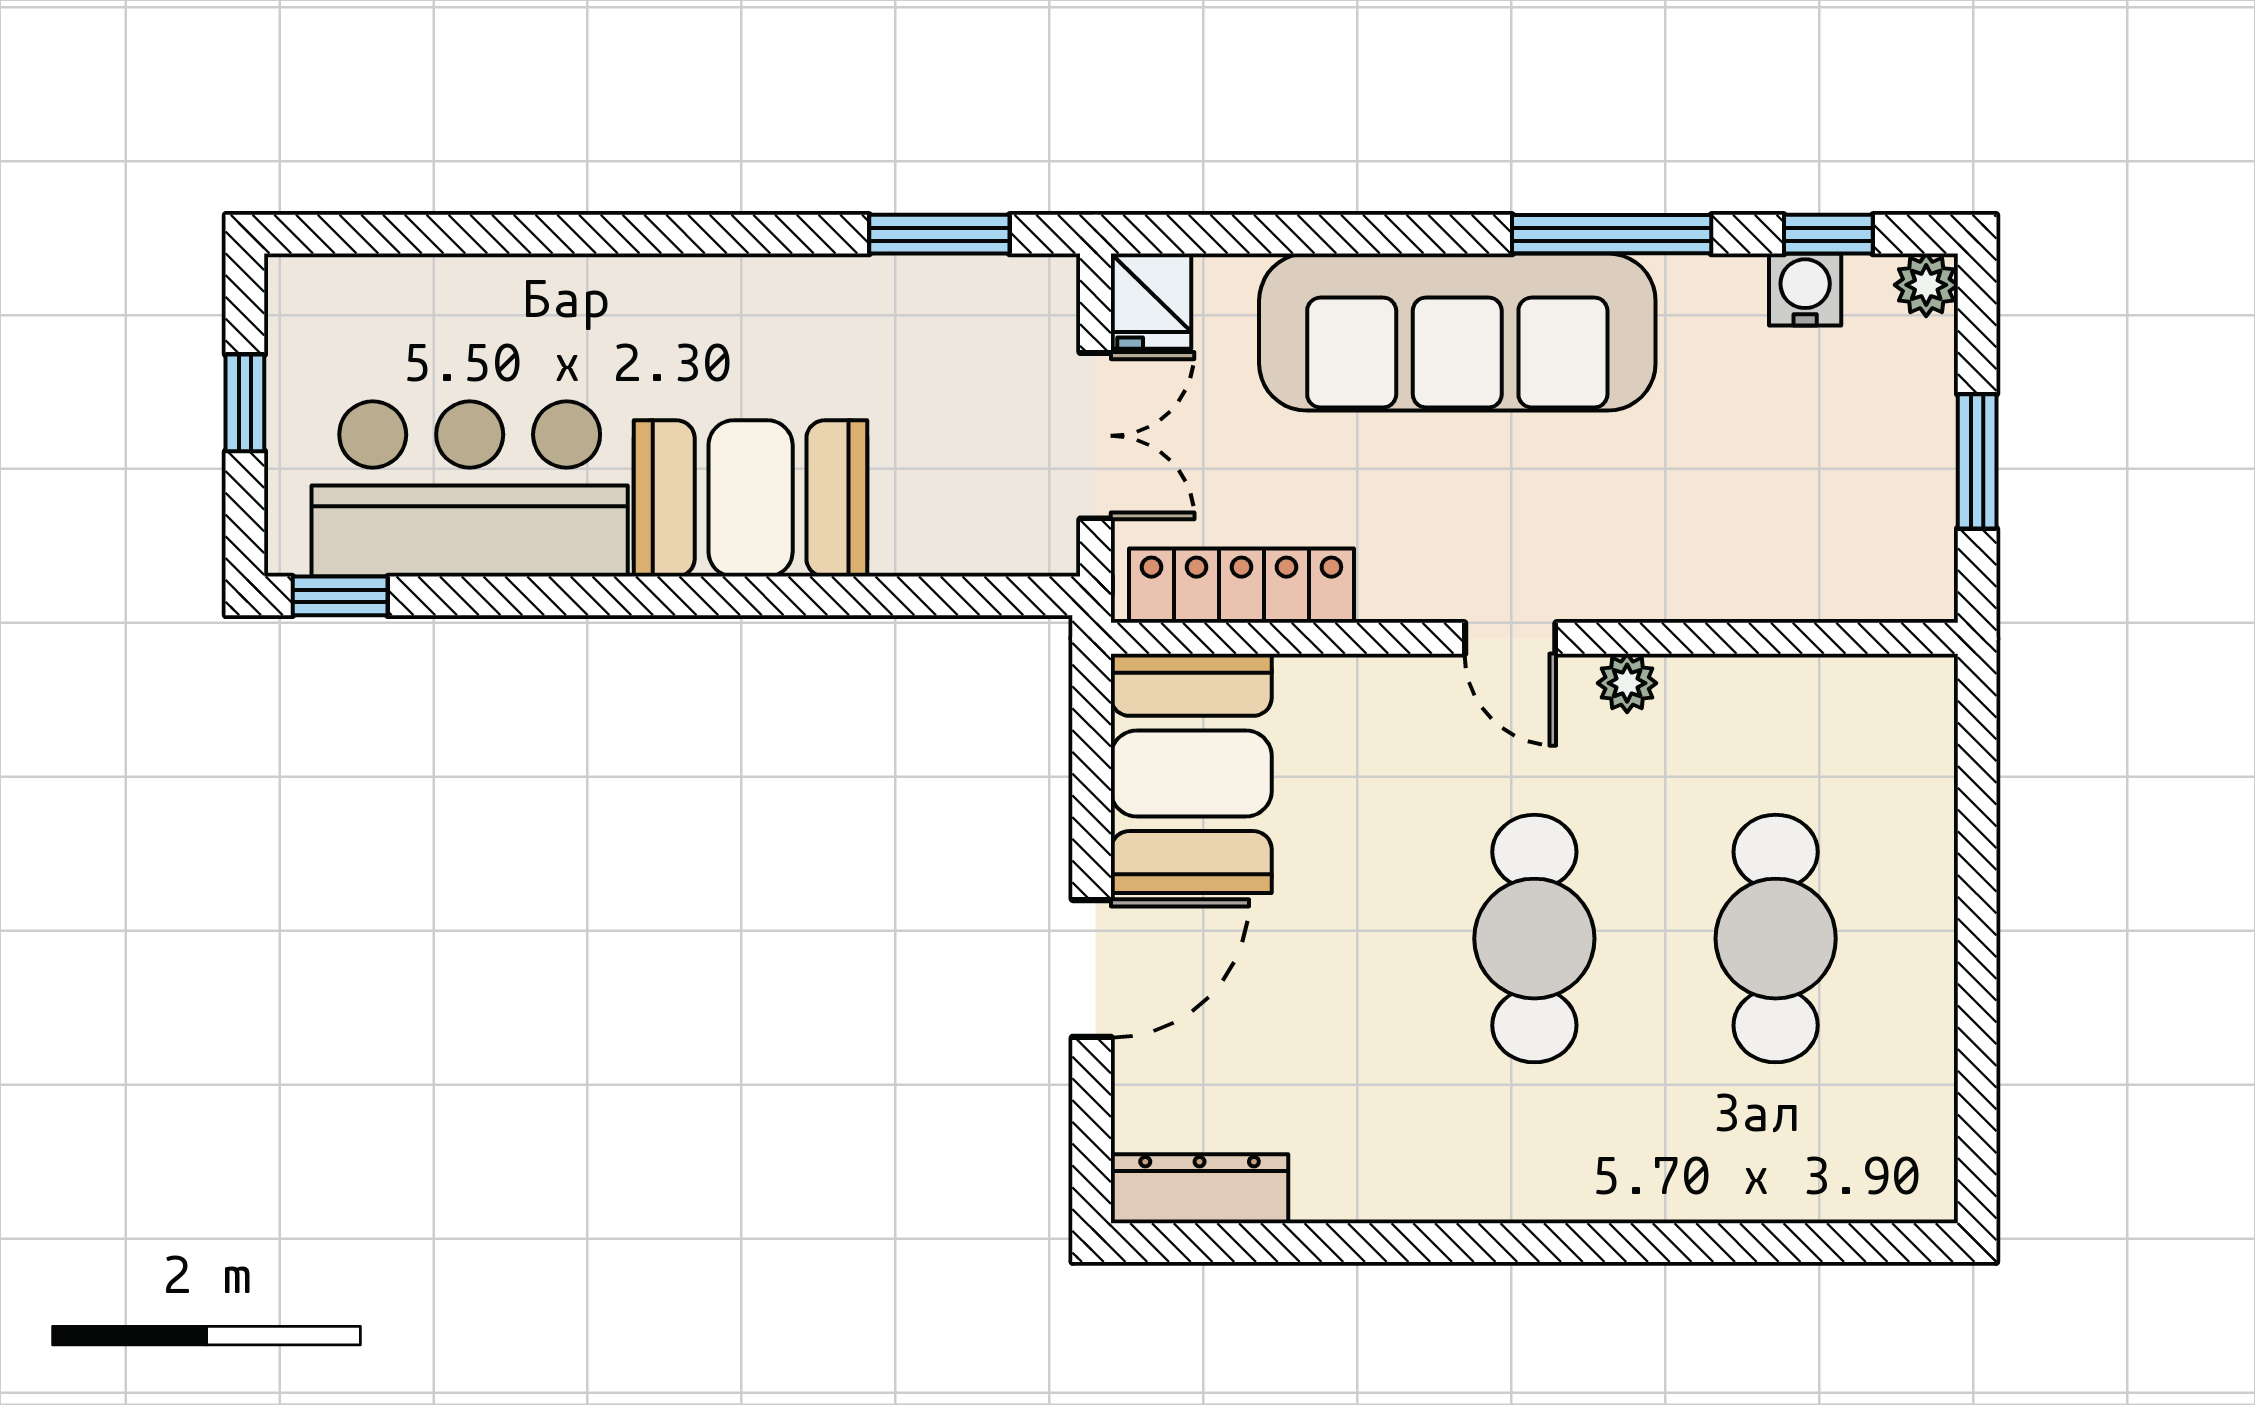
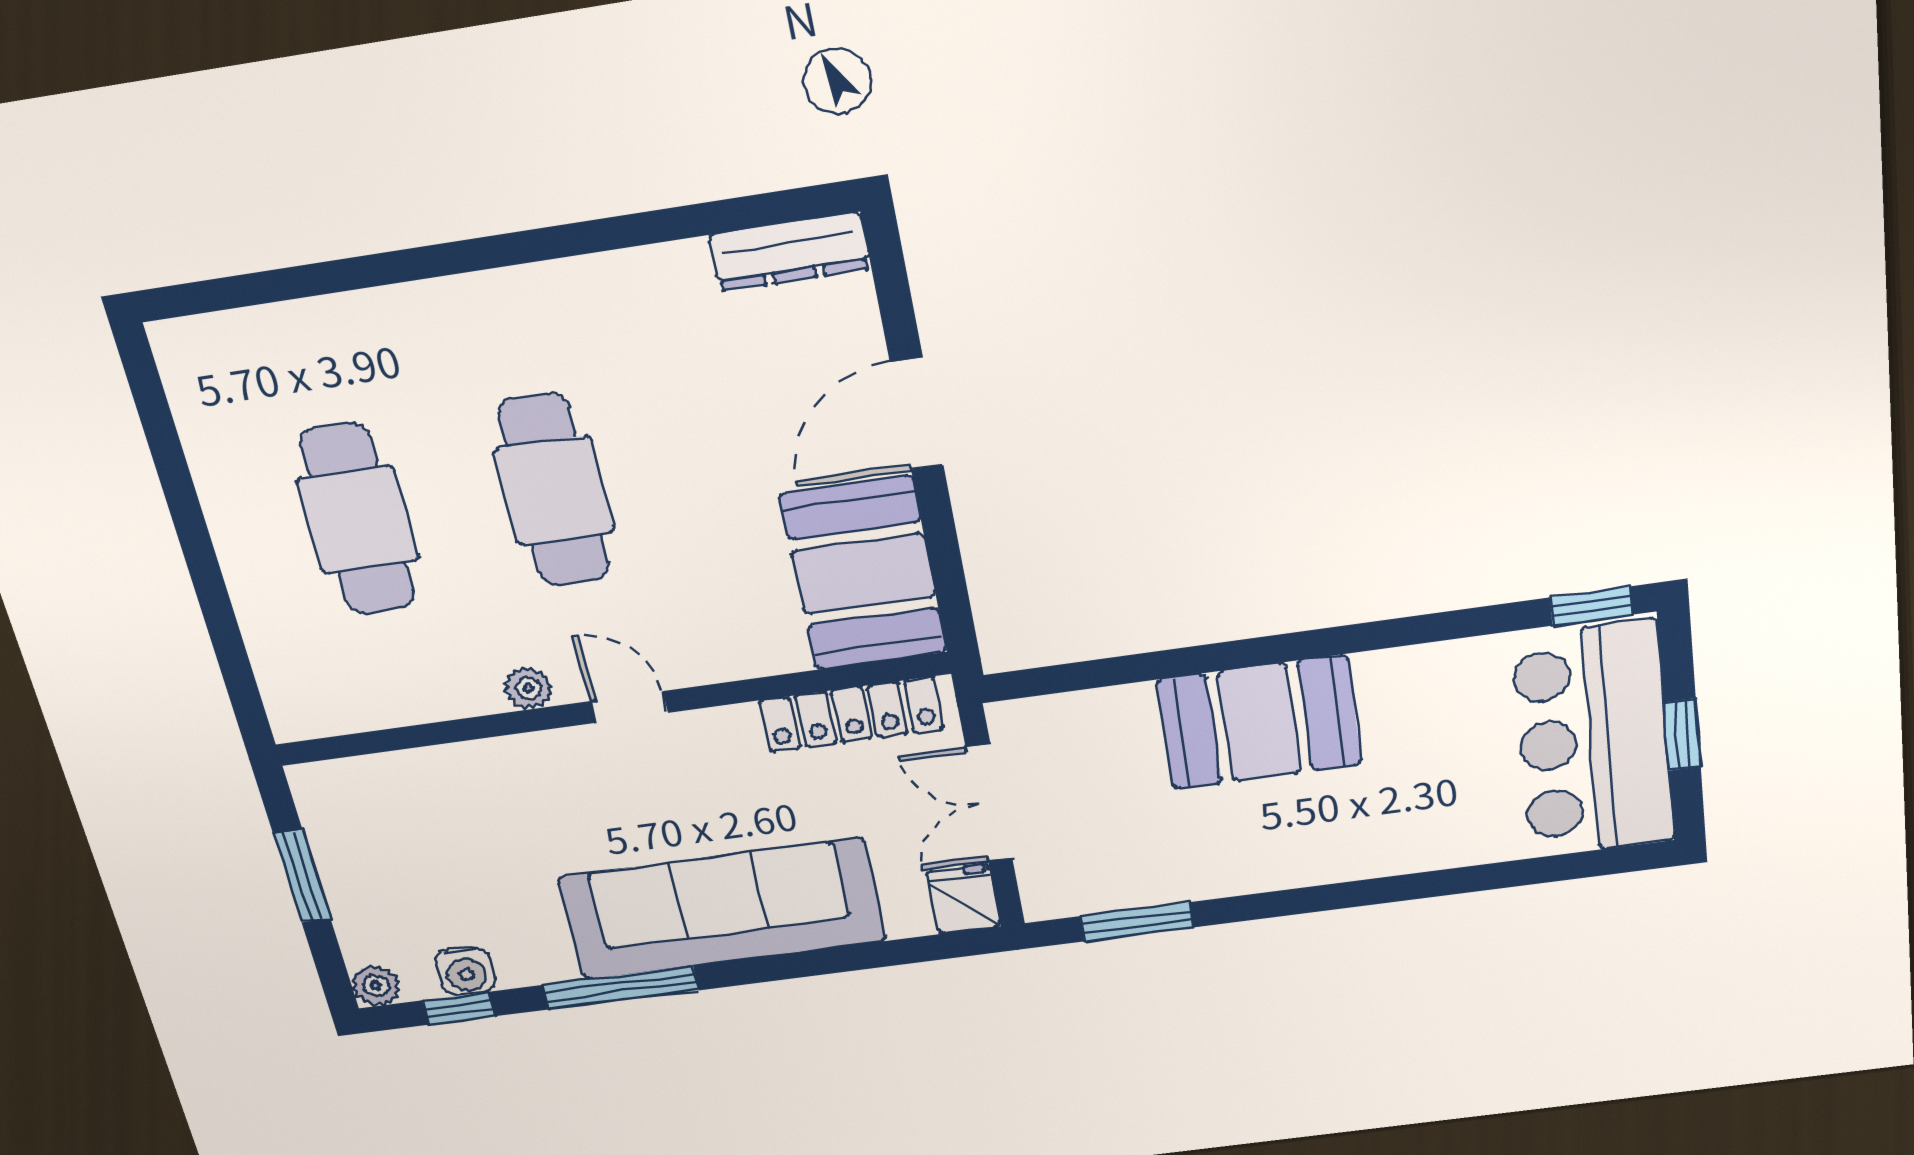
bar counter: (470, 489) -> (1593, 740), moved, turned 90

